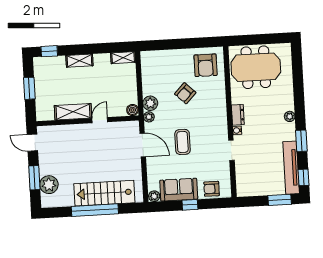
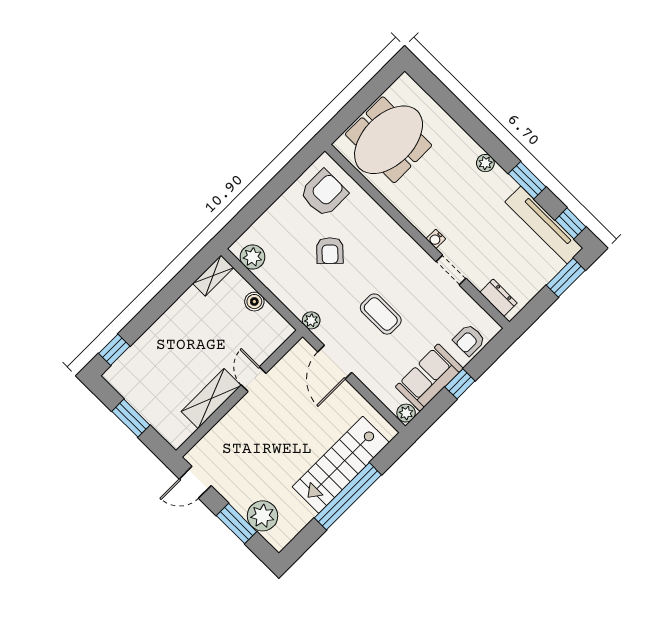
shelving: (79, 61) -> (162, 328), removed
armchair: (206, 65) -> (324, 193), turned -90
plant: (150, 103) -> (253, 257), moved
boiler: (132, 110) -> (254, 302), moved
dresser: (238, 115) -> (498, 298), moved
door: (143, 145) -> (335, 362), swing flipped

